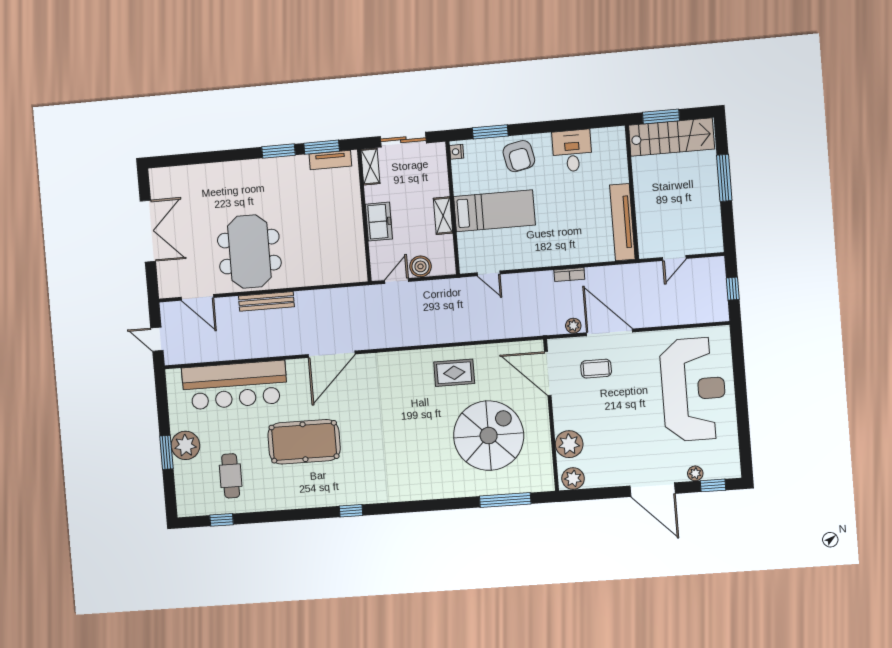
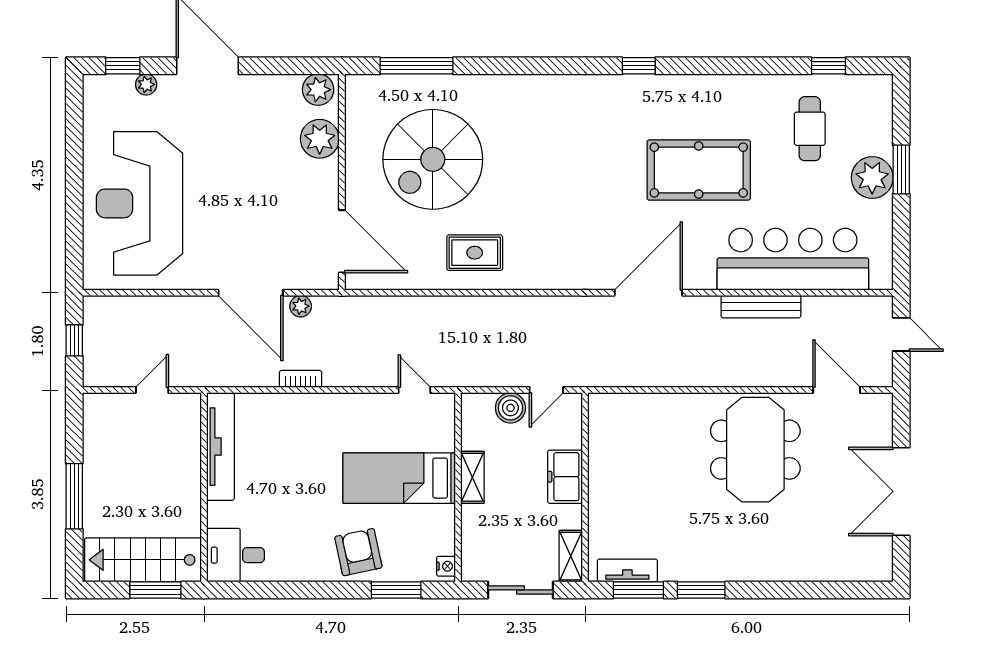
desk: (572, 151) -> (236, 555), moved, turned 90
bench: (266, 301) -> (761, 307), moved
coffee table: (596, 369) -> (273, 243), removed

